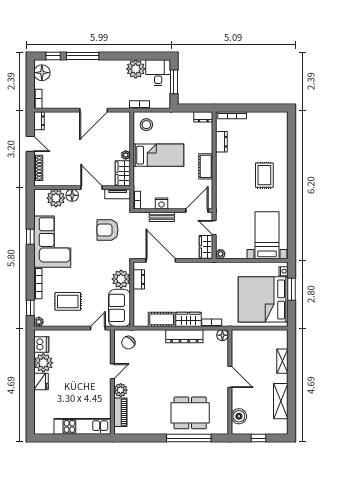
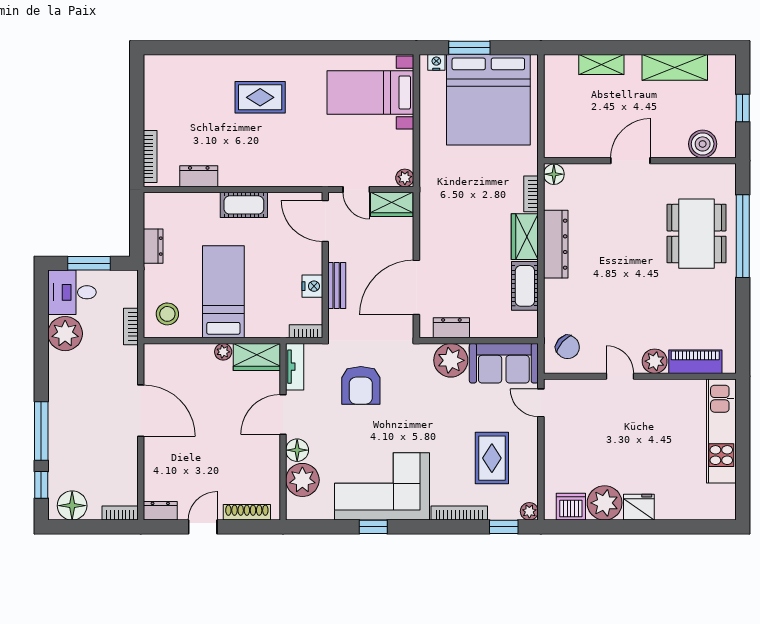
dresser: (203, 117) -> (153, 246), moved
door: (214, 228) -> (356, 190), hinge flipped

